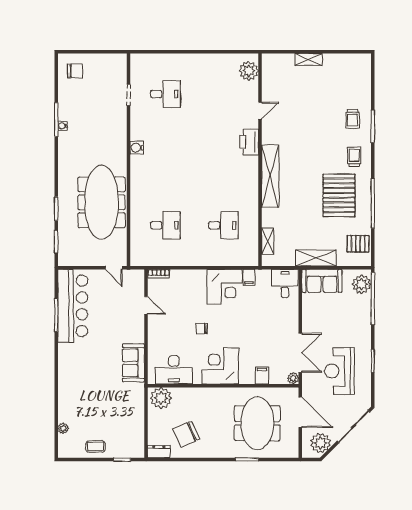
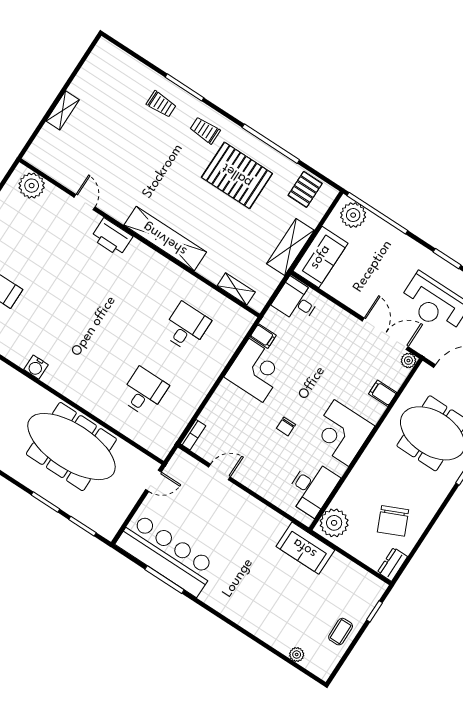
sofa: (133, 363) -> (305, 548), moved

